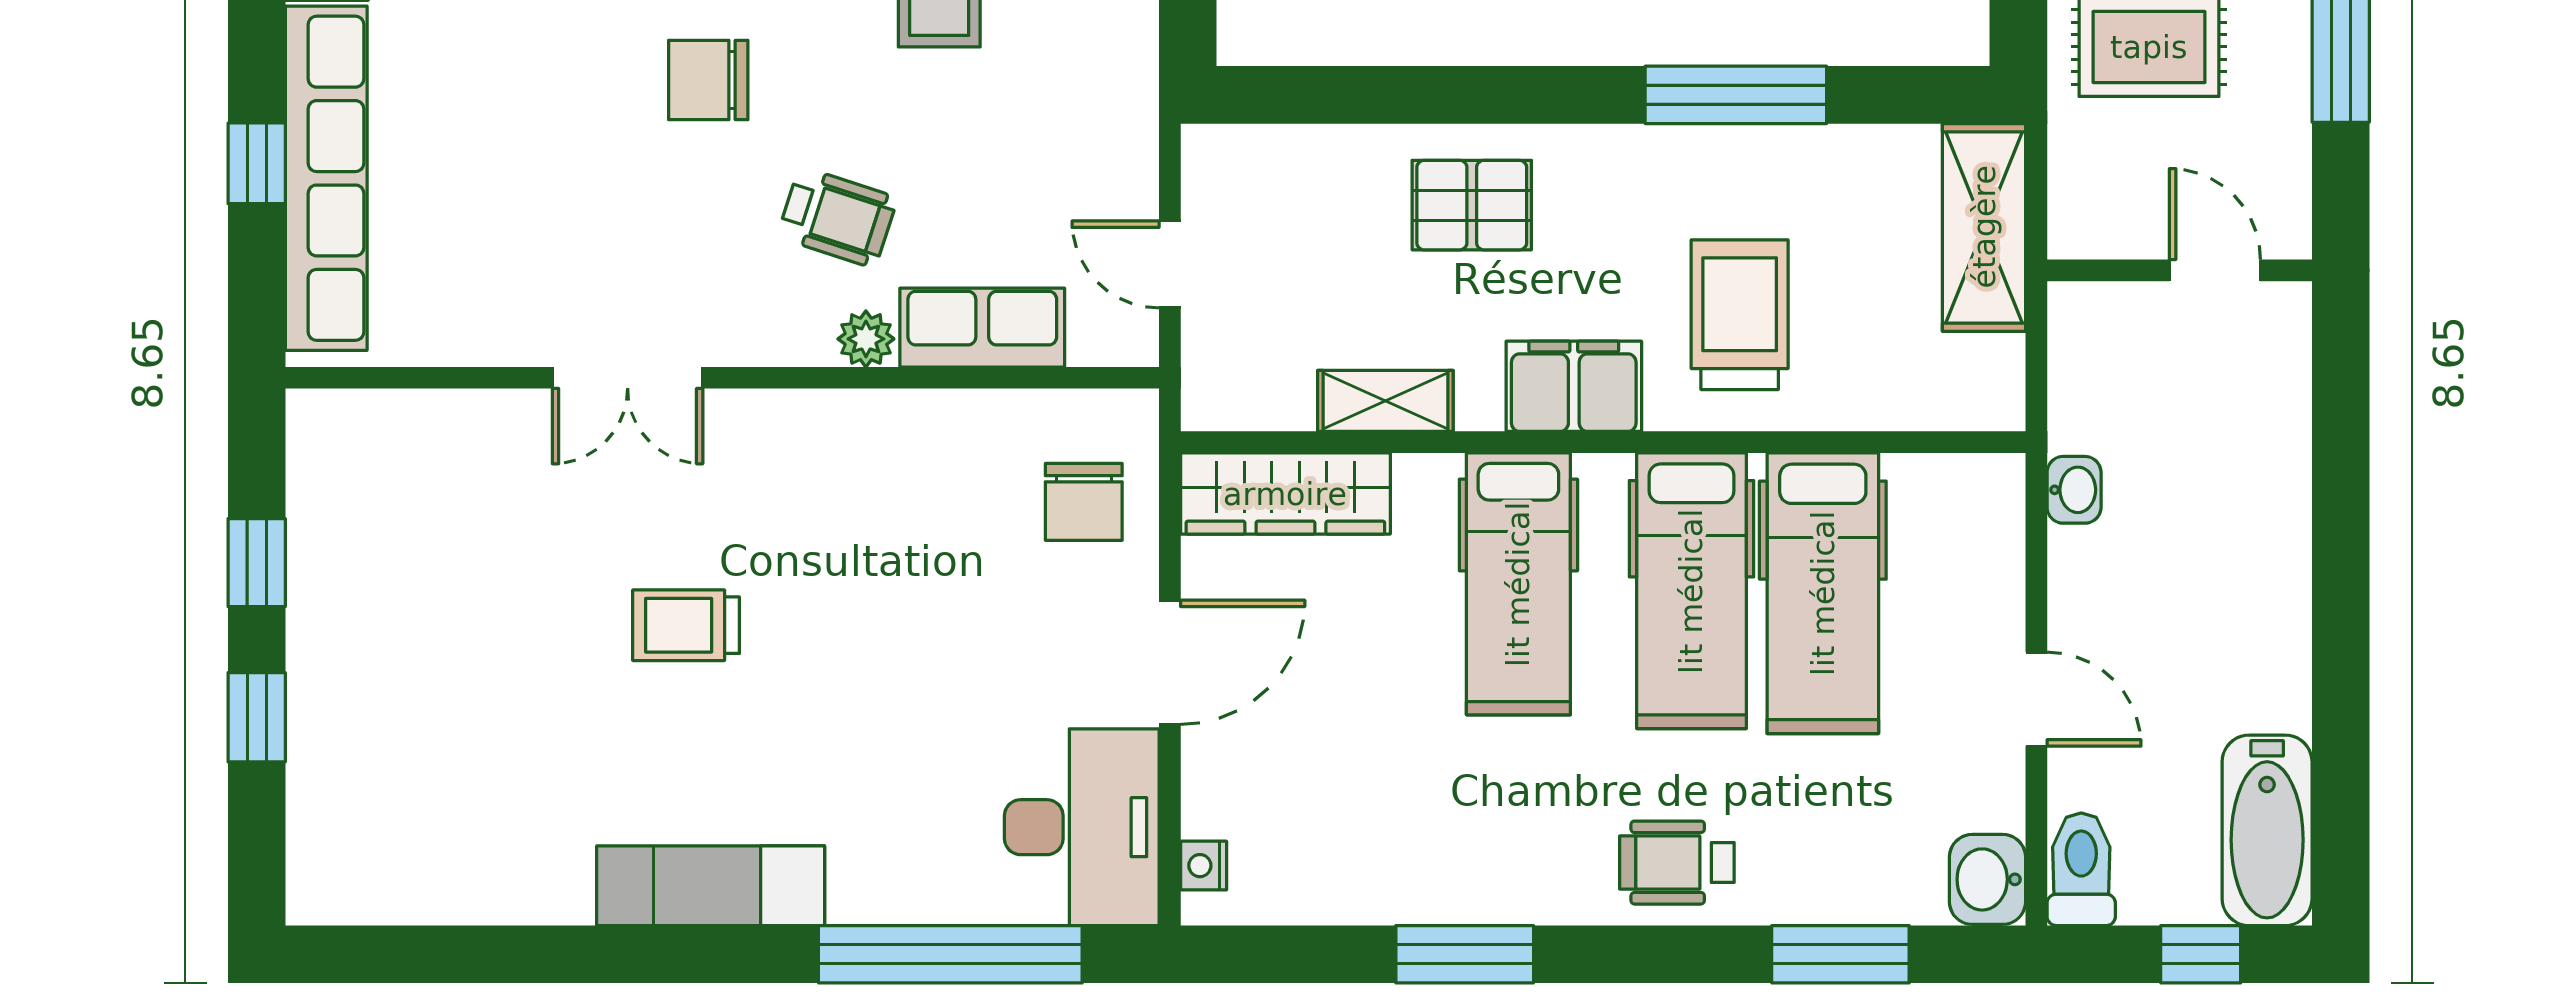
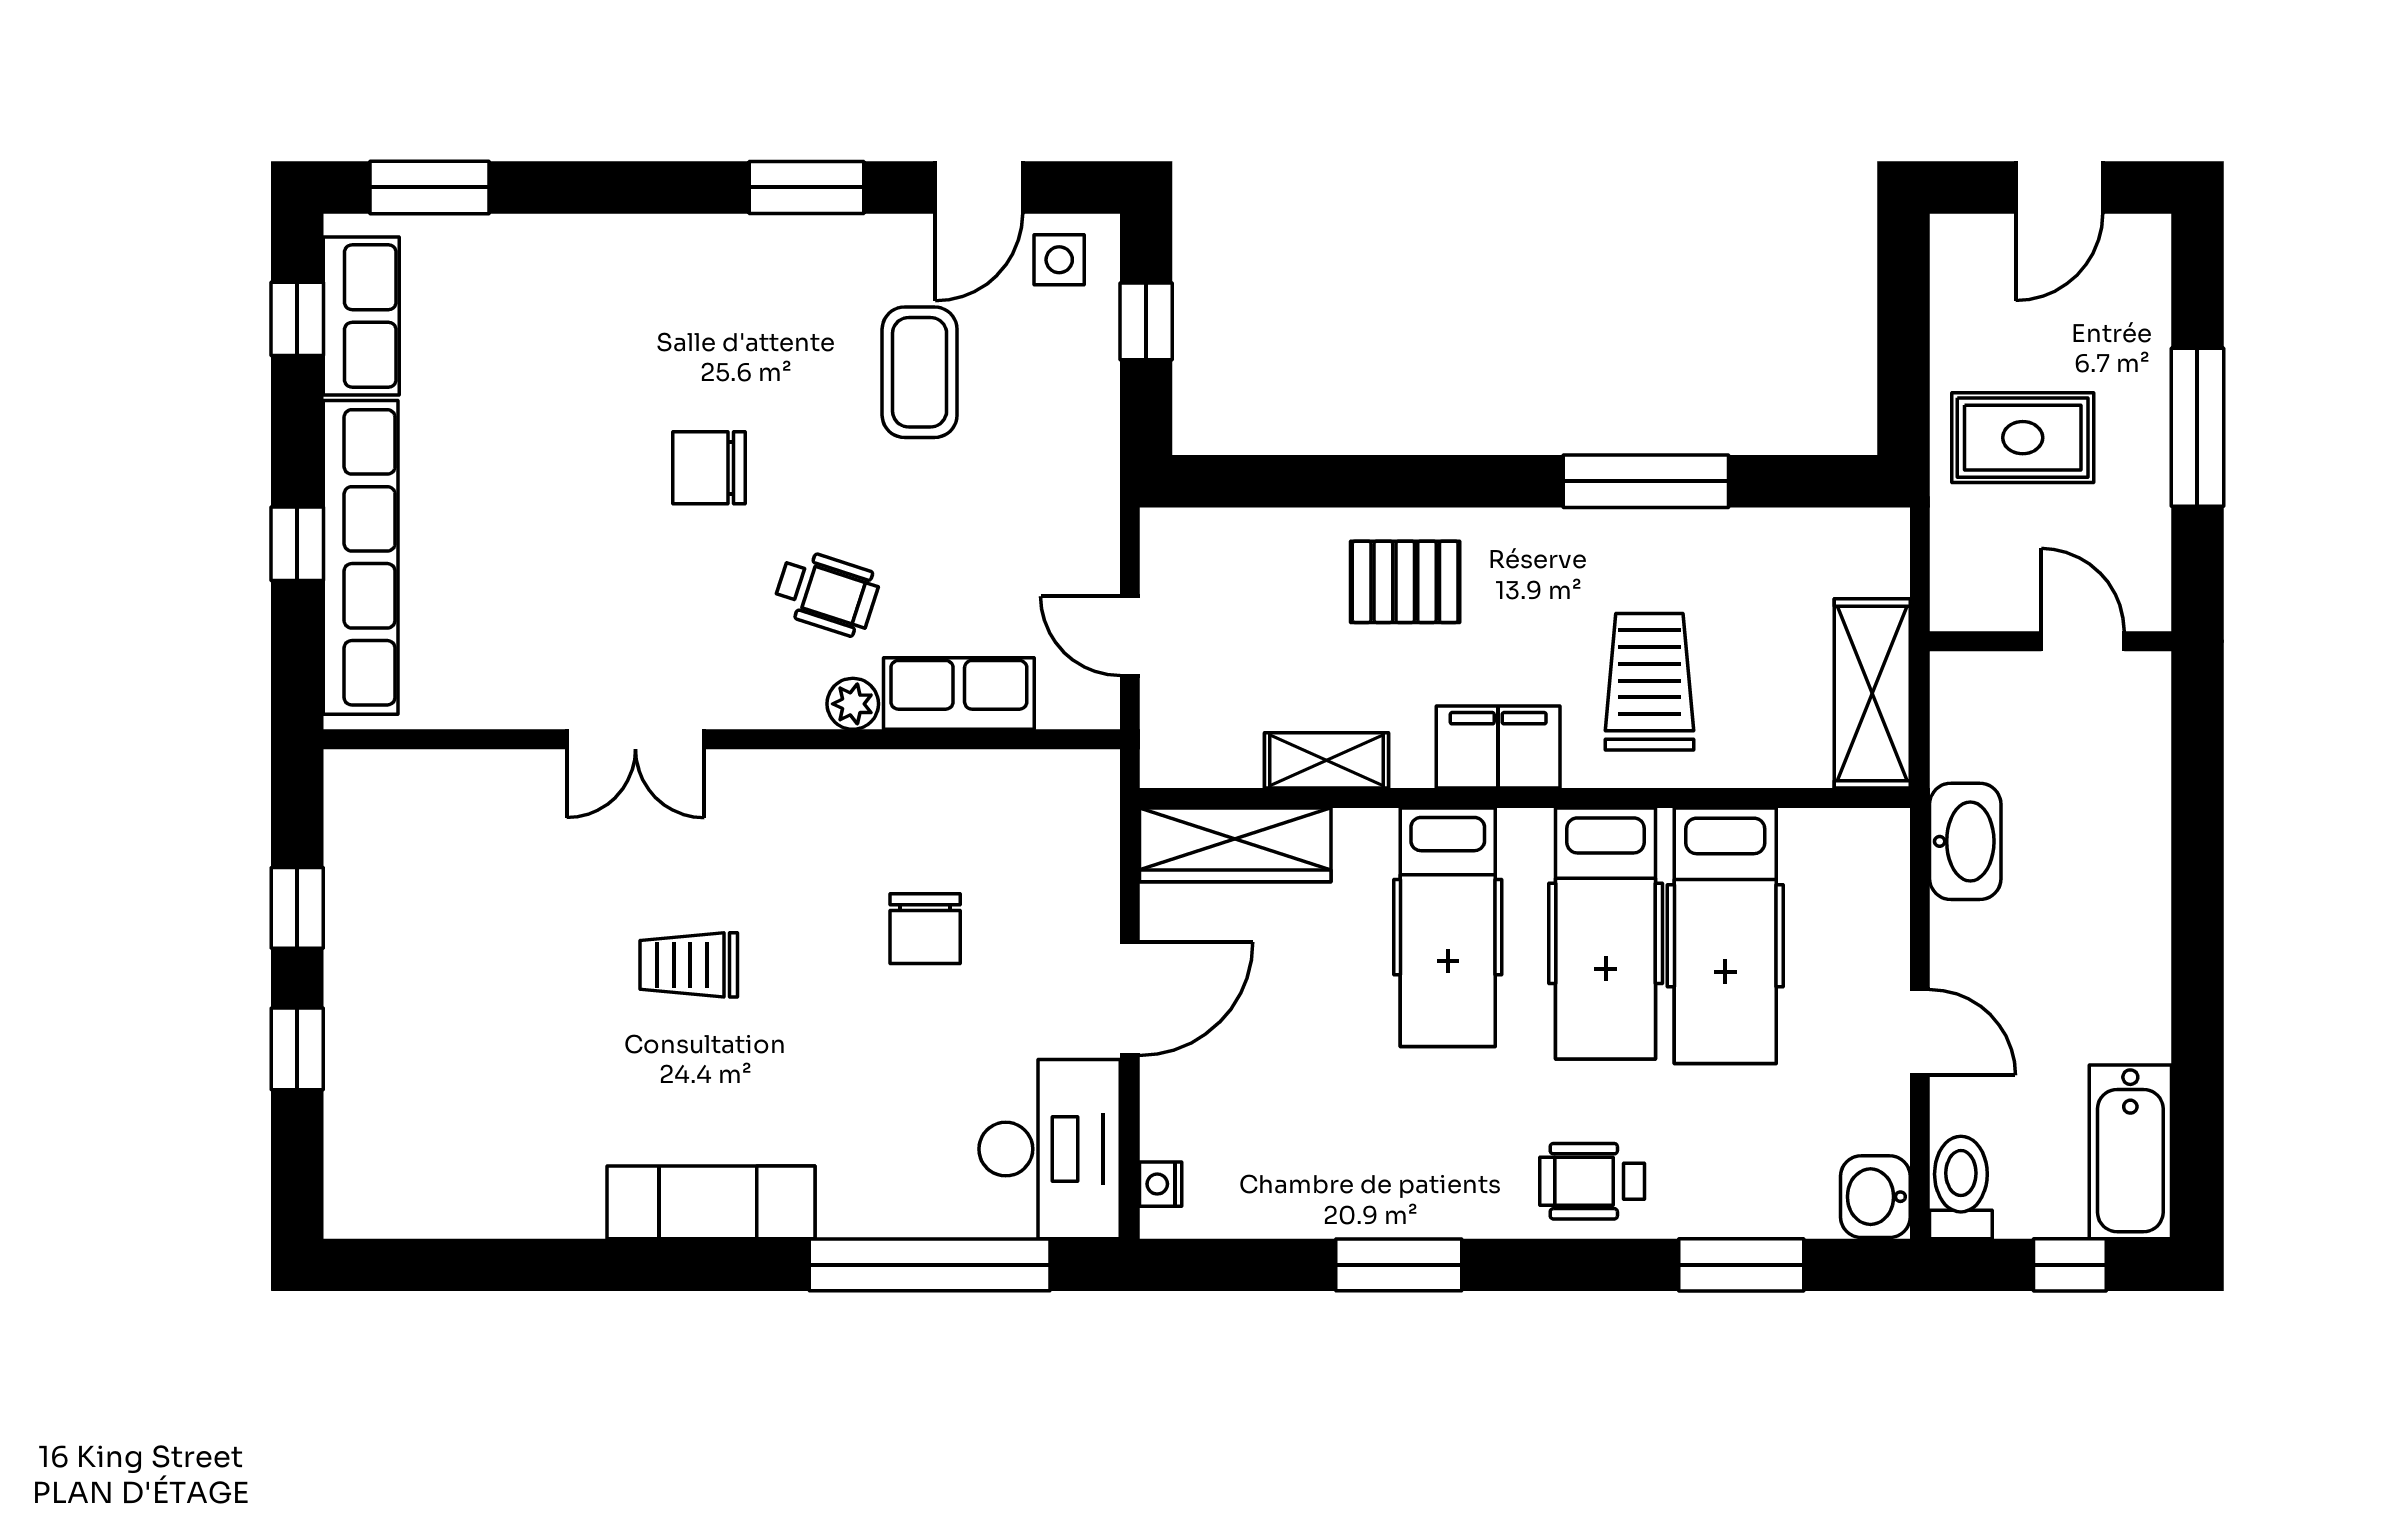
shelving: (1984, 227) -> (1872, 693), moved
washbasin: (2074, 490) -> (1965, 841), width x1.91, depth x1.45
chair: (1084, 502) -> (925, 929), moved

